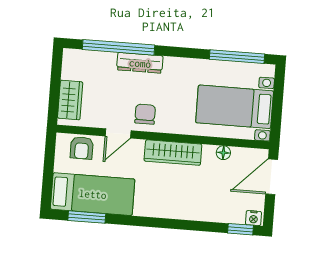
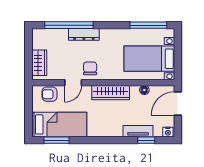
armchair: (82, 148) -> (50, 94), turned 90
tv unit: (209, 213) -> (138, 131), added
window: (240, 229) -> (146, 140), moved

